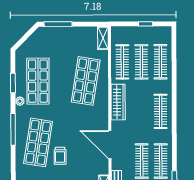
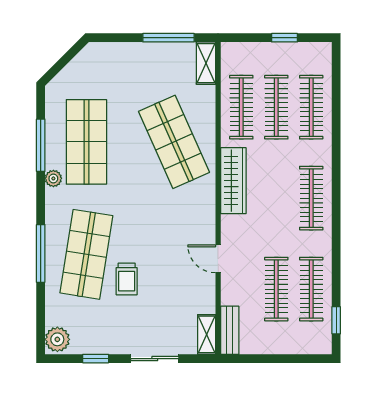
window: (58, 24) -> (169, 38), moved
shop shelf: (86, 81) -> (174, 142), turned -33
window: (13, 83) -> (41, 145), width x1.44
window: (13, 129) -> (41, 253), moved
door: (110, 145) -> (218, 259), width x0.53

